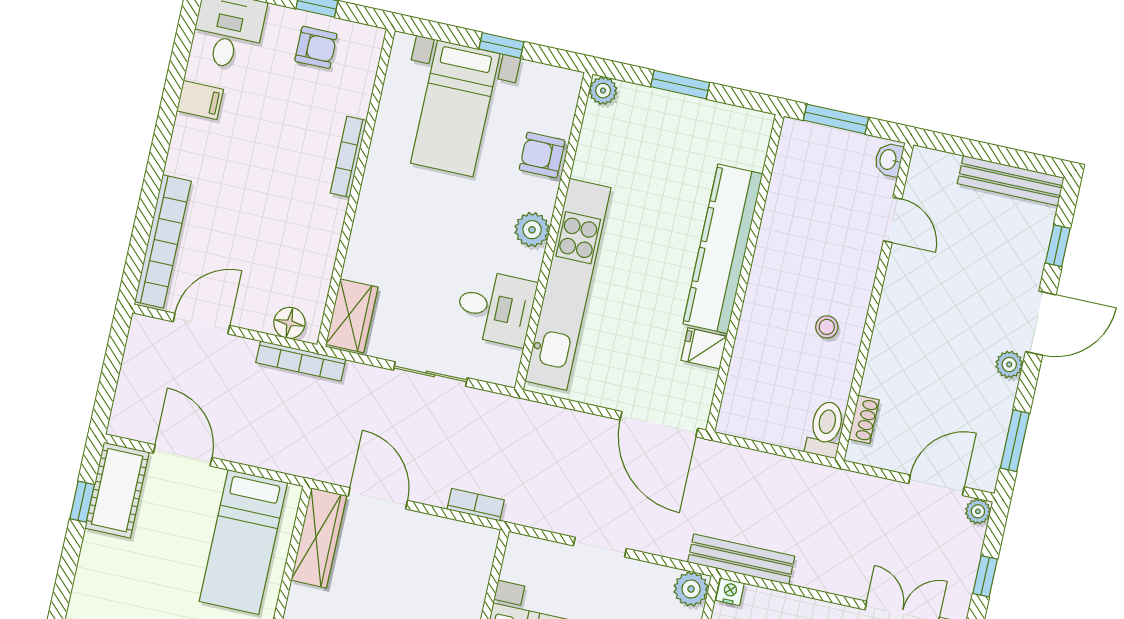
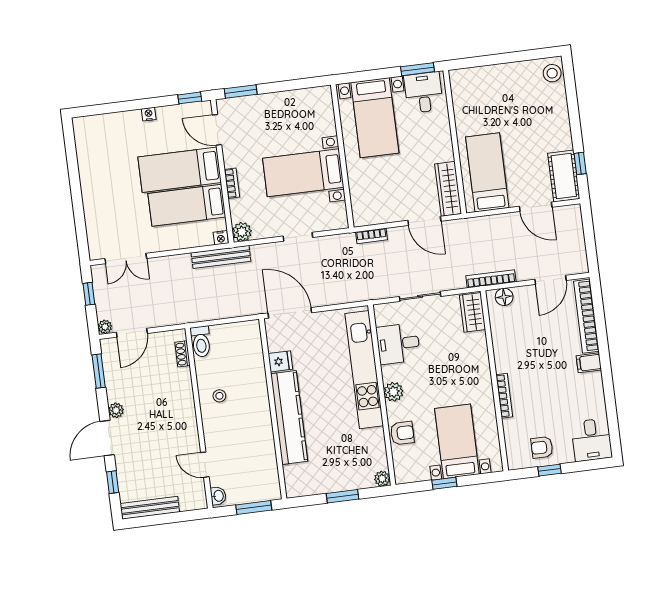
filing cabinet: (200, 100) -> (589, 363), moved

